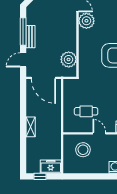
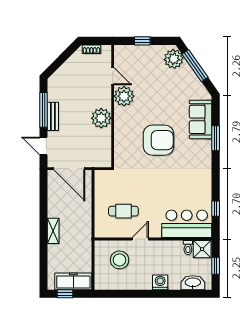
plant: (69, 59) -> (101, 118), moved
door: (23, 60) -> (44, 146), hinge flipped
door: (99, 133) -> (140, 239), hinge flipped
freezer: (51, 167) -> (73, 281), width x1.40

